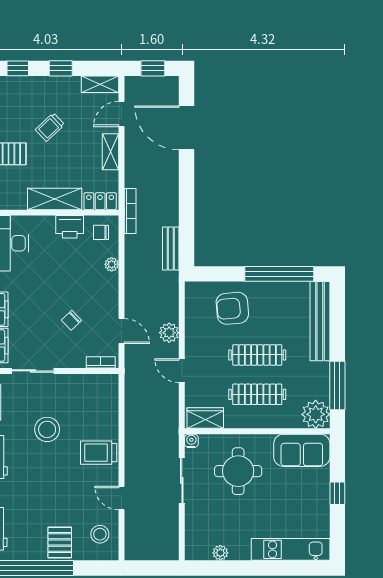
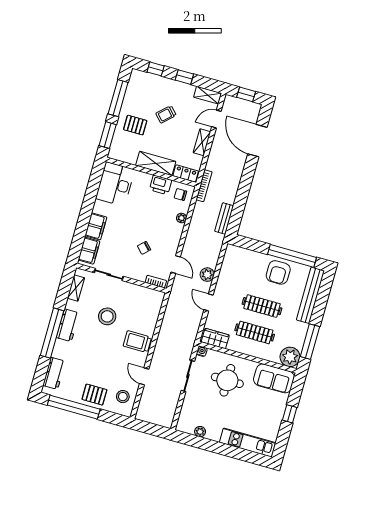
armchair: (232, 308) -> (278, 272), moved, turned -85
pallet: (60, 542) -> (94, 395), turned 90

